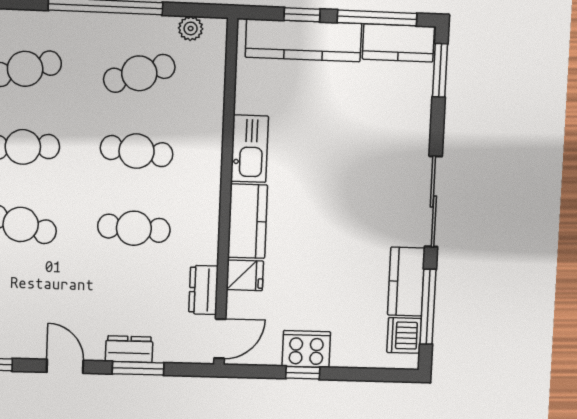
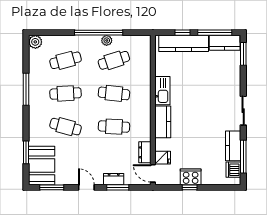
plant: (191, 28) -> (107, 40), moved
sliding door: (433, 202) -> (243, 111), width x0.73
fridge: (245, 275) -> (163, 158), moved
door: (220, 339) -> (153, 173), swing flipped

